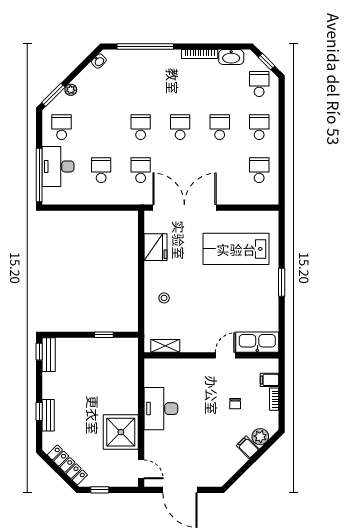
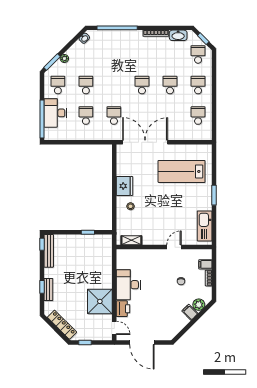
school desk: (141, 127) -> (86, 85), moved
fridge: (156, 247) -> (125, 186), moved
kitchen sink: (257, 342) -> (205, 226), moved, turned -90
bench: (49, 355) -> (49, 251), width x1.36
printer: (153, 442) -> (123, 309), added

